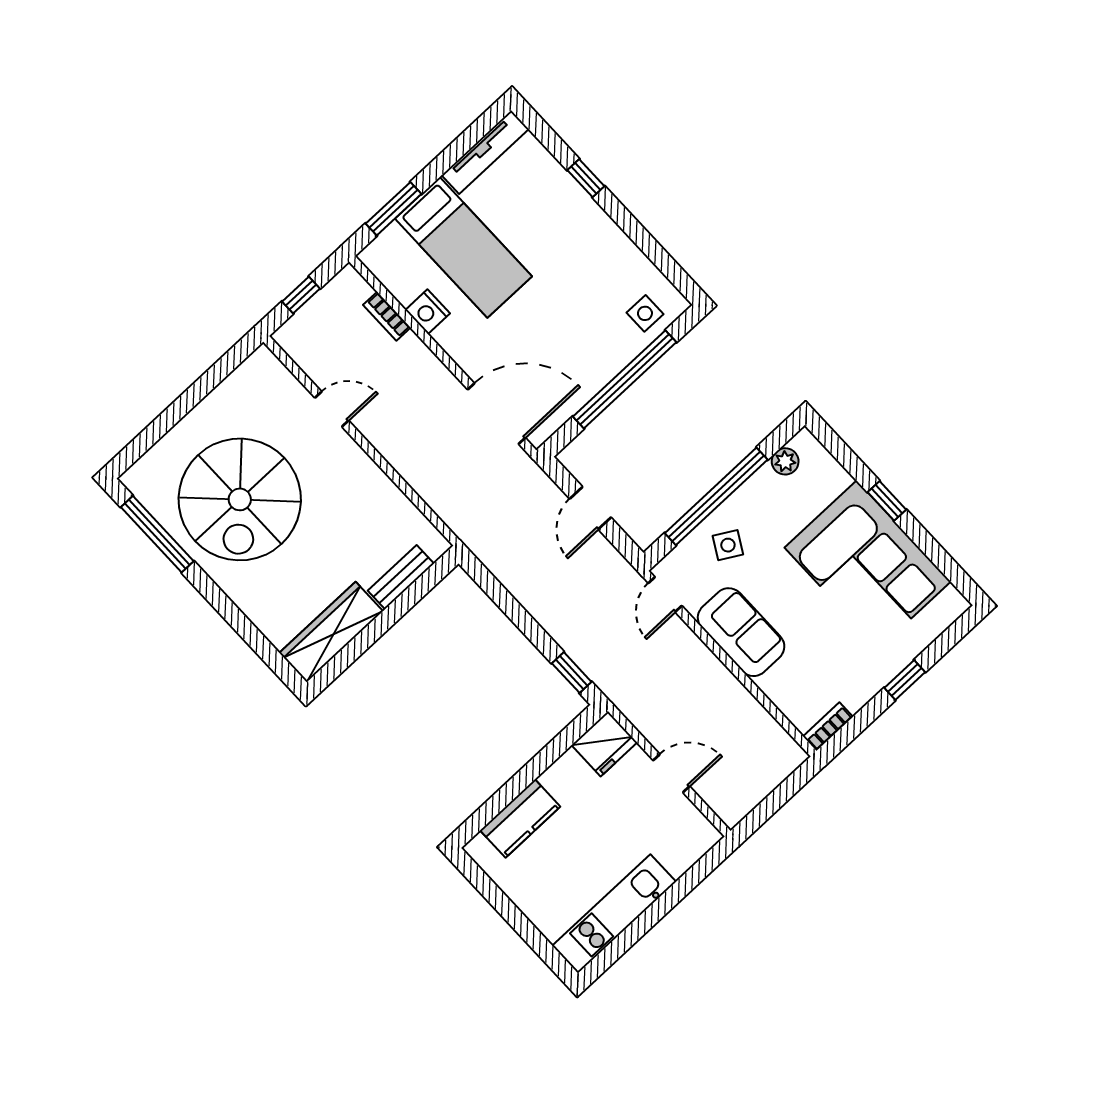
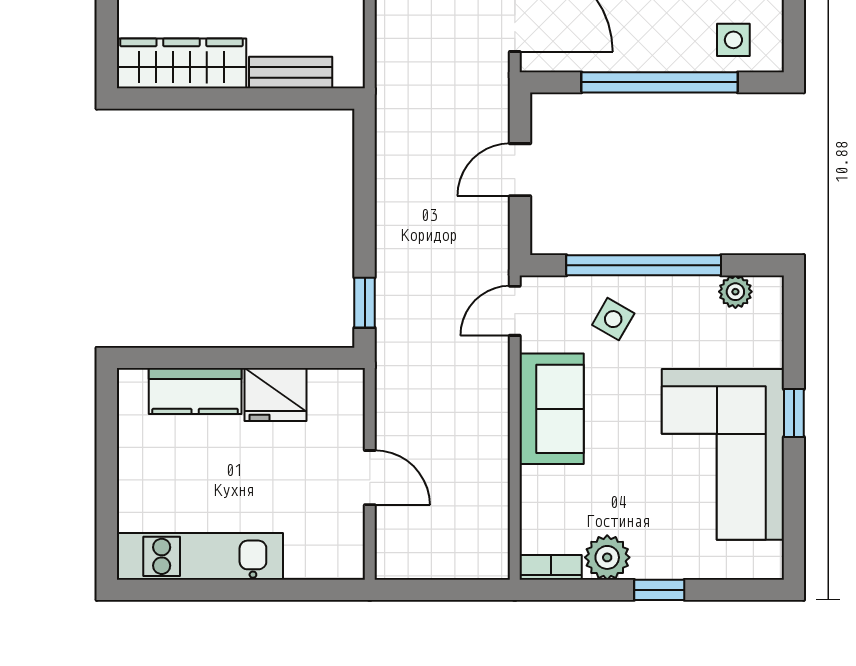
plant: (856, 689) -> (607, 557), added
fridge: (604, 744) -> (276, 394), moved

